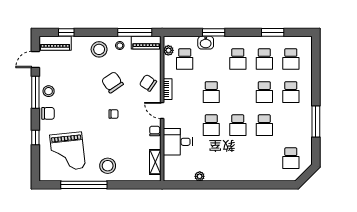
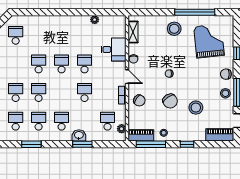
window: (66, 32) -> (187, 144), moved
washbasin: (206, 43) -> (79, 135), moved
stool: (99, 49) -> (196, 108), moved

